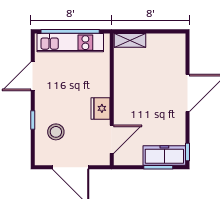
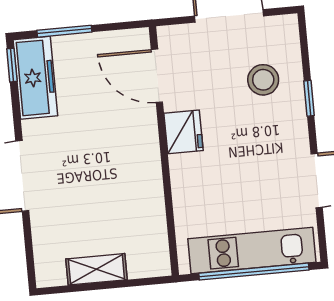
shelving: (130, 40) -> (96, 269), moved
door: (112, 139) -> (157, 76), hinge flipped
freezer: (164, 156) -> (35, 78), moved, turned -90

